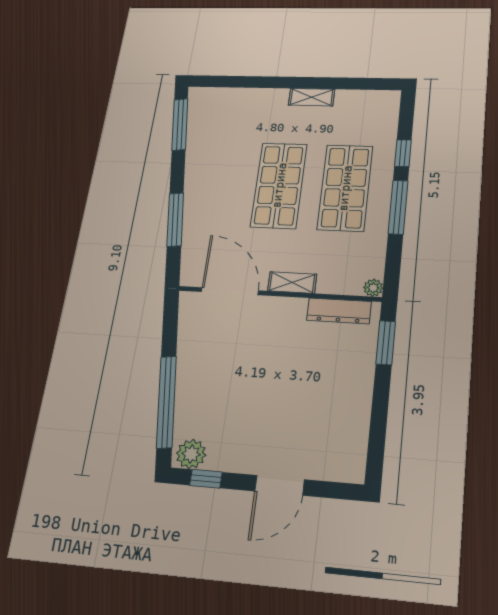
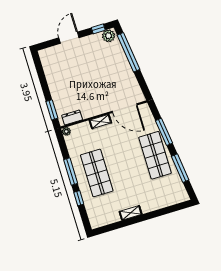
window: (180, 124) -> (180, 168), moved
shop shelf: (279, 185) -> (155, 155), moved
dresser: (339, 311) -> (72, 117), width x0.70

